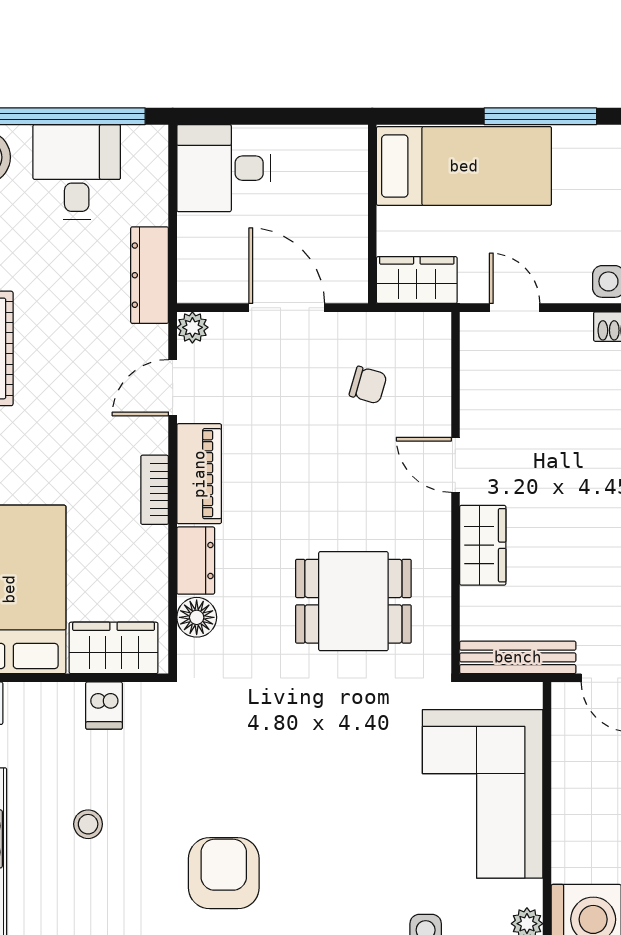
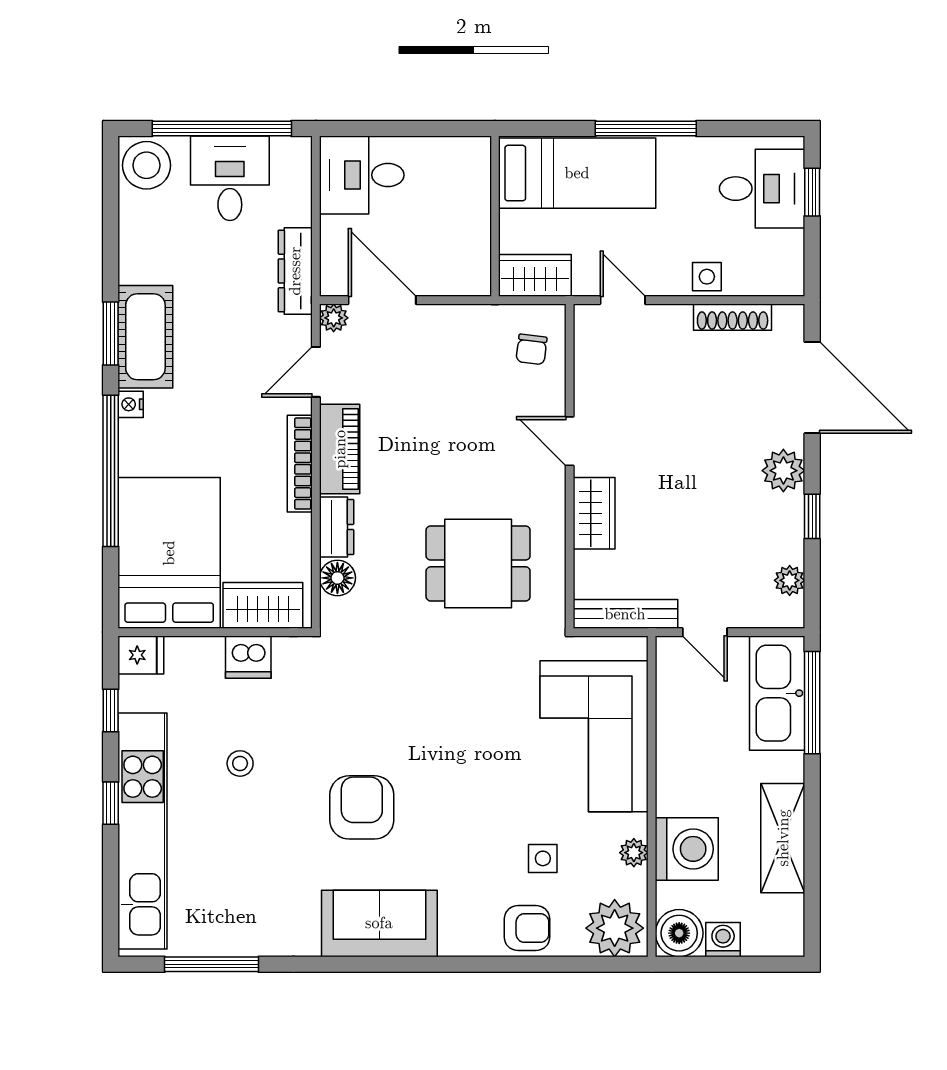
door: (287, 308) -> (382, 300), moved
chair: (368, 385) -> (531, 349), moved, turned 81
bookcase: (155, 490) -> (300, 464), width x1.56
dishwasher: (104, 706) -> (248, 657), width x1.38

